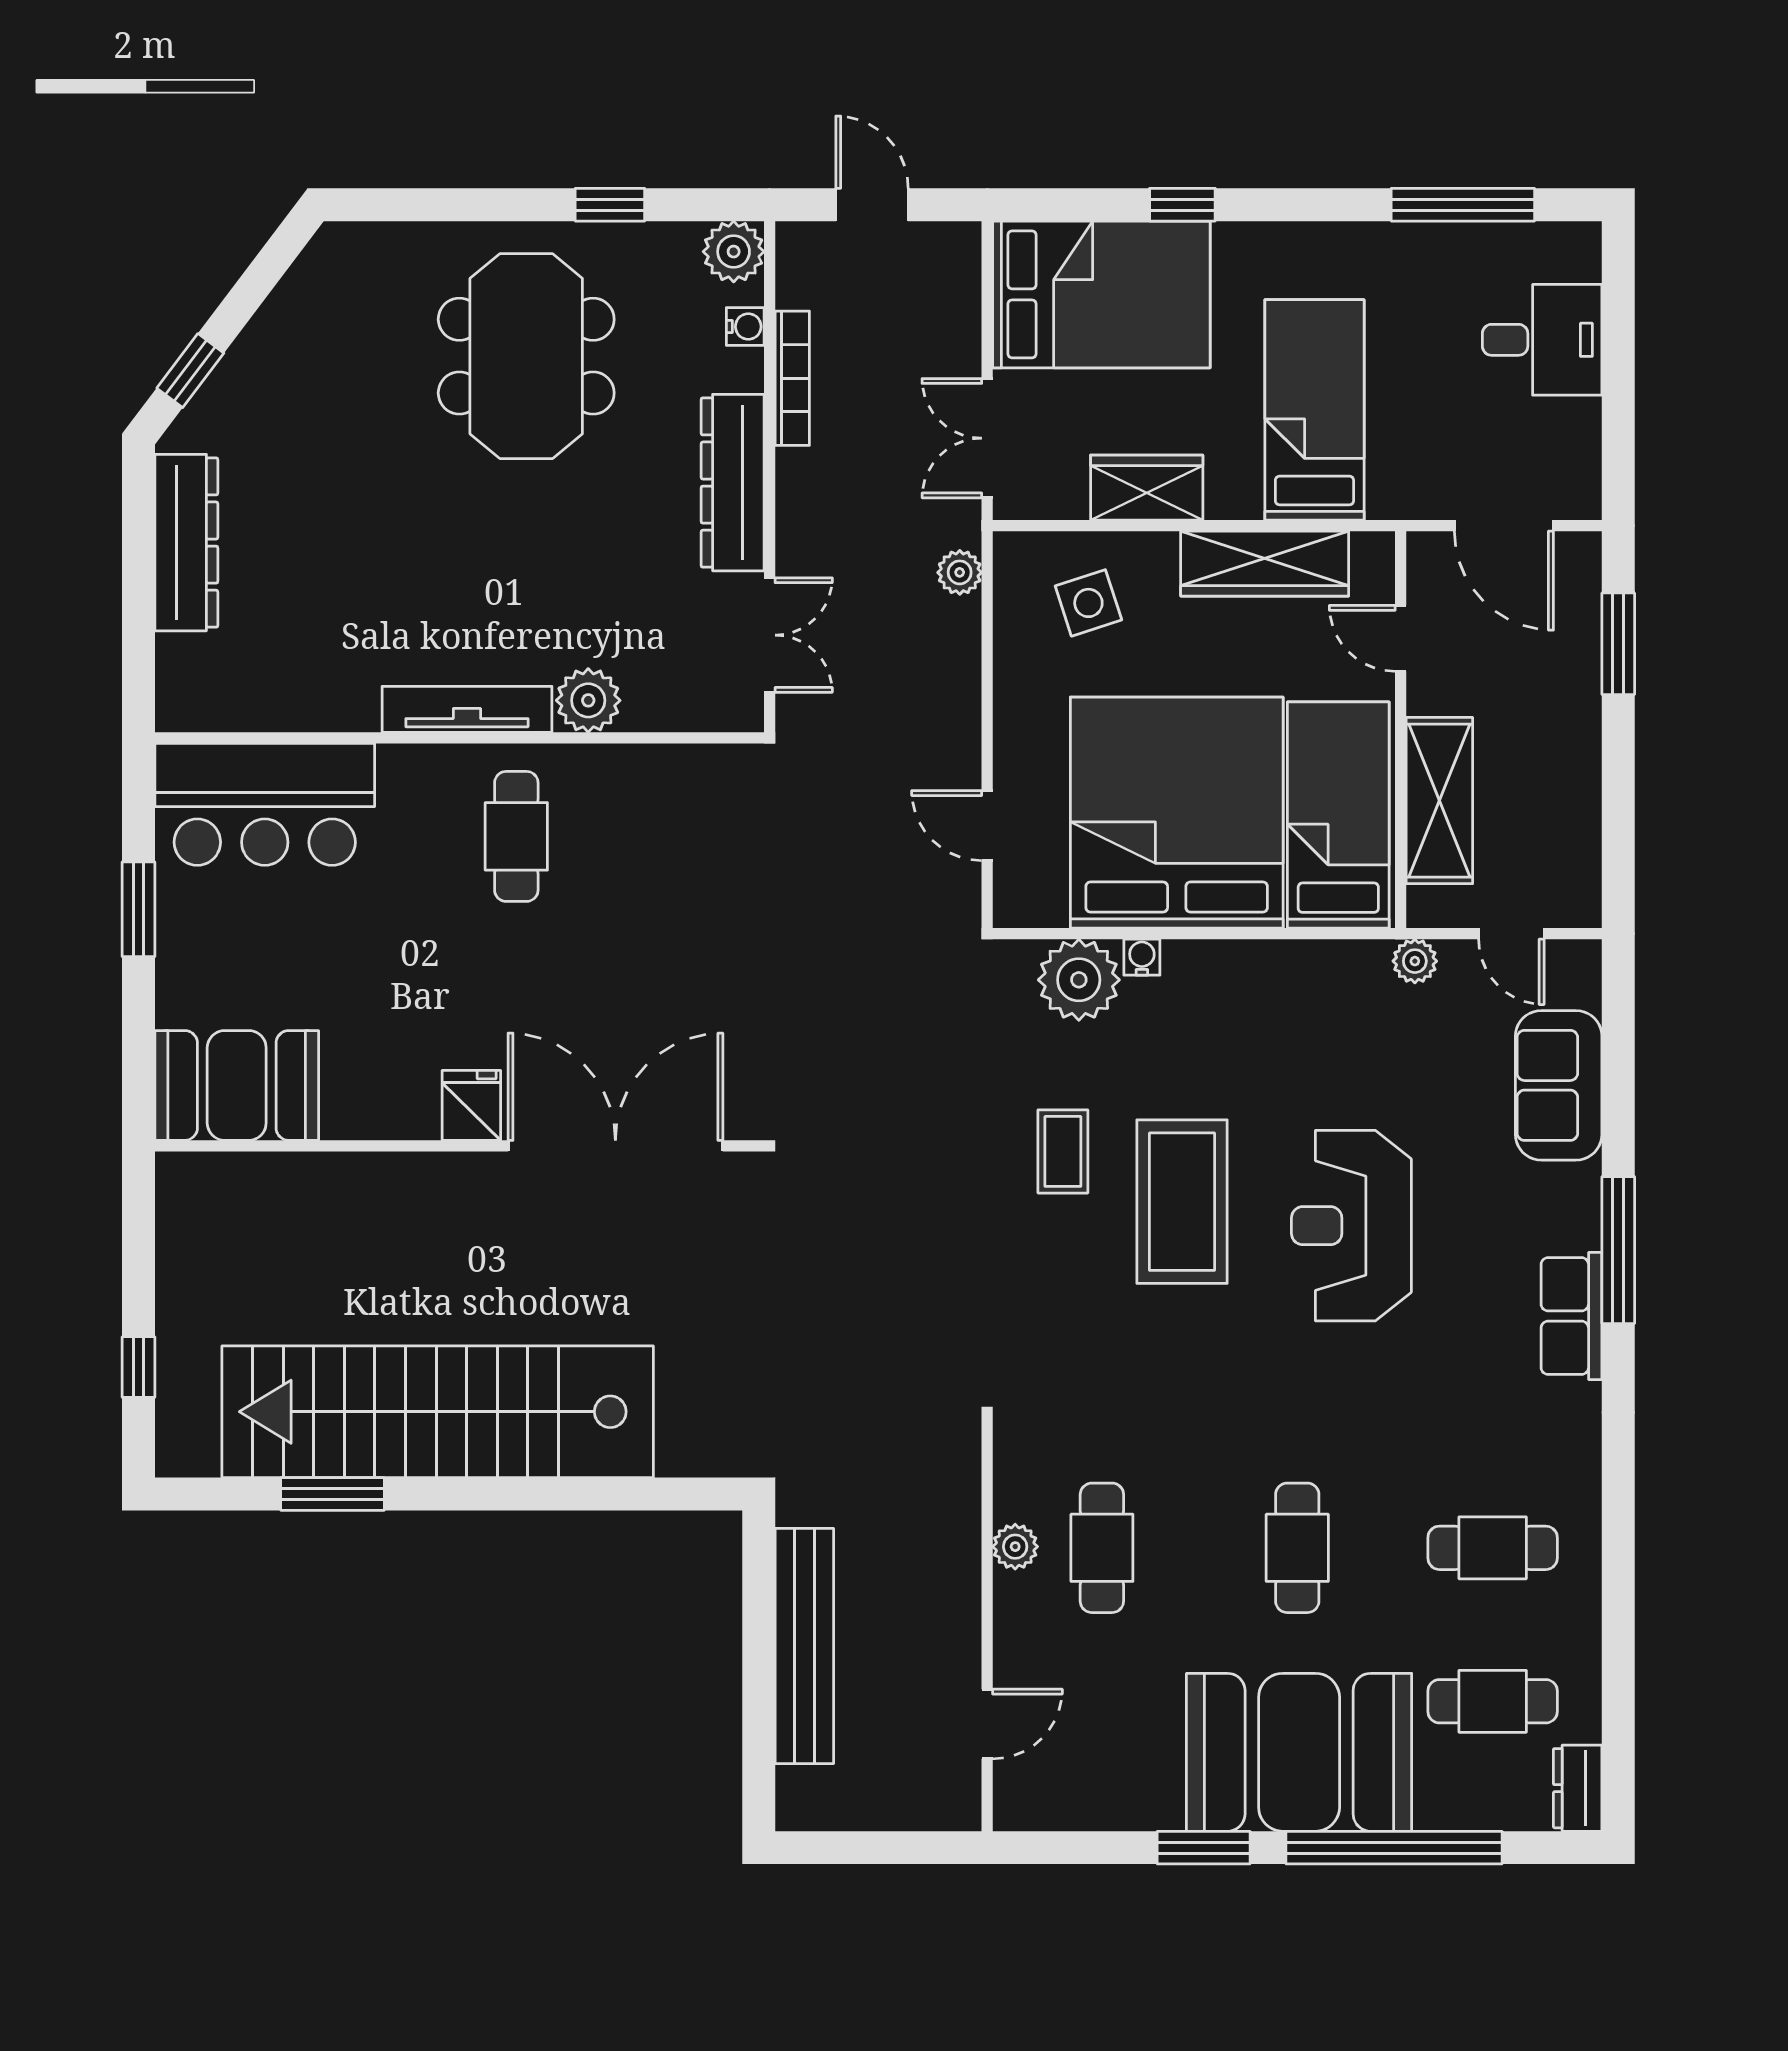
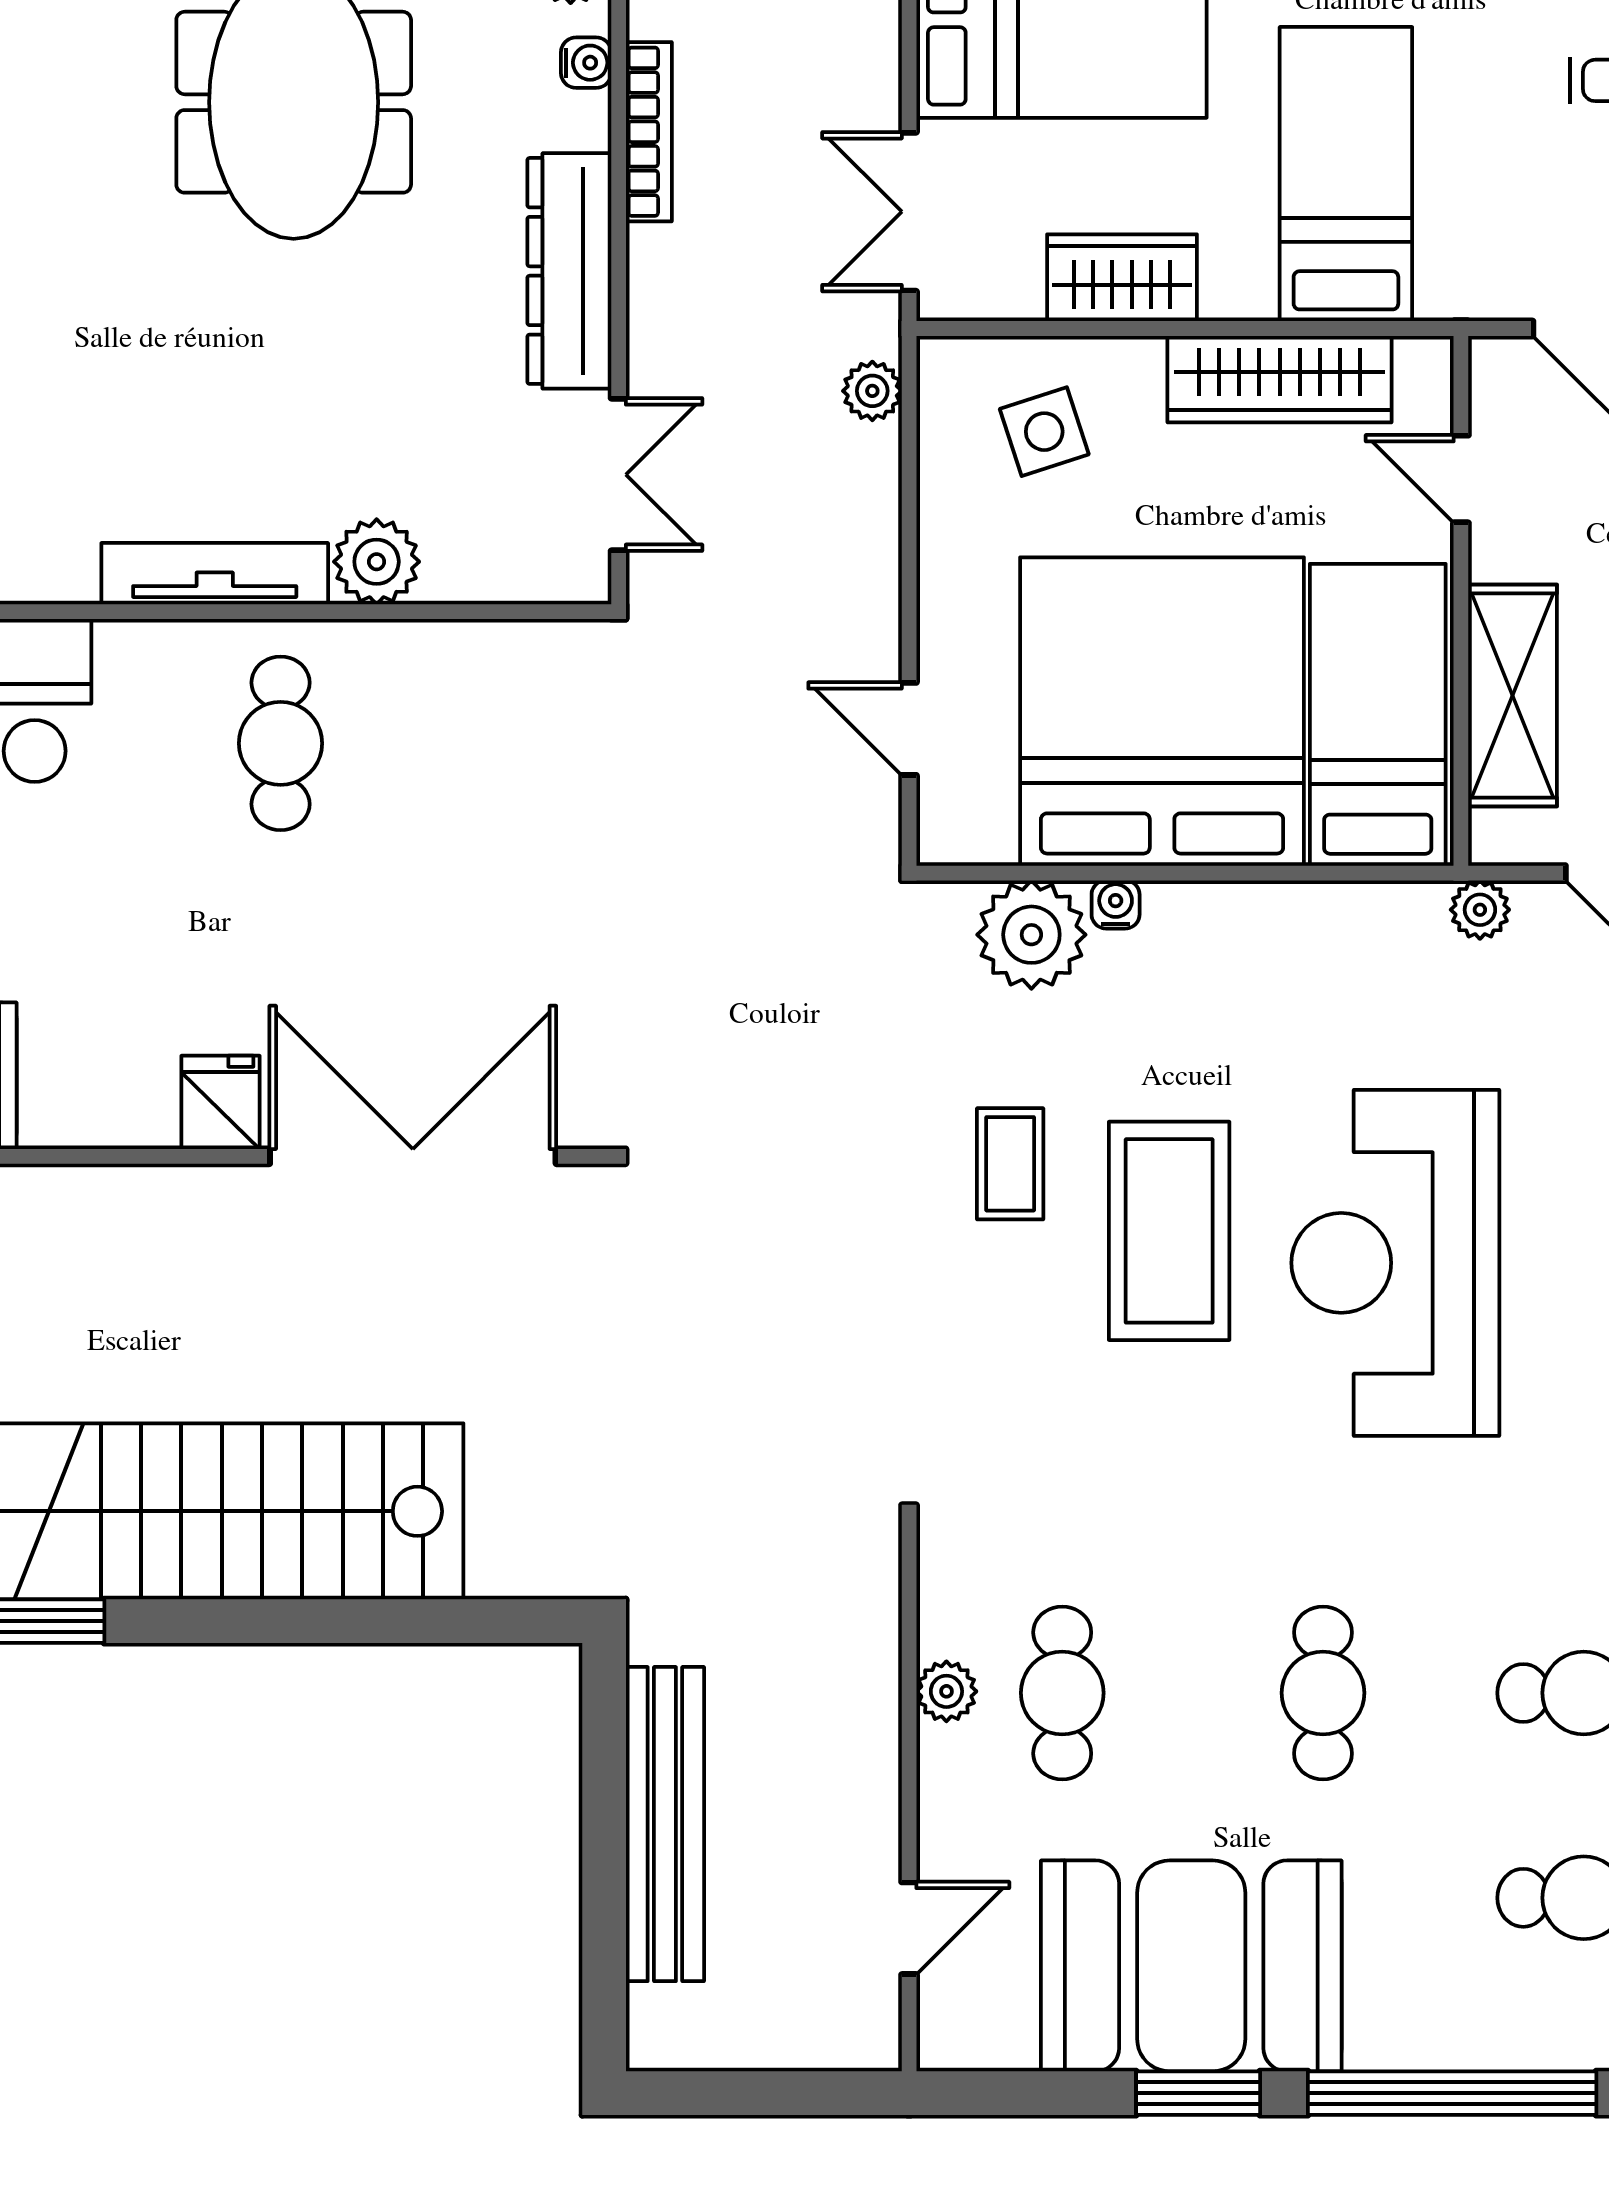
reception desk: (1351, 1226) -> (1395, 1263), width x1.36, depth x1.30
booth: (1299, 1752) -> (1191, 1966), moved

